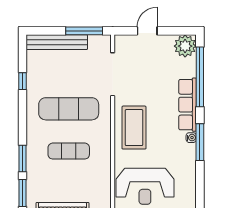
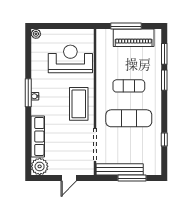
window: (84, 31) -> (132, 178), moved
bench: (57, 42) -> (120, 169), moved
window: (200, 77) -> (28, 143), removed
row of seats: (188, 105) -> (38, 136), moved

